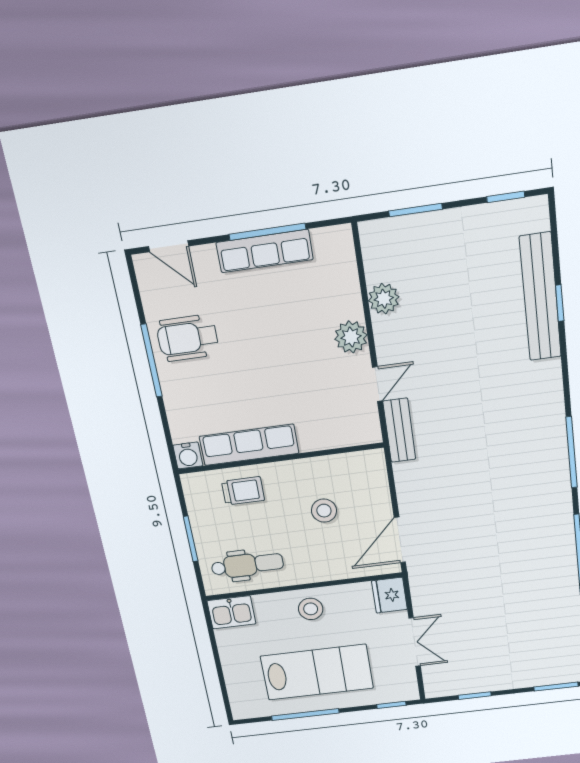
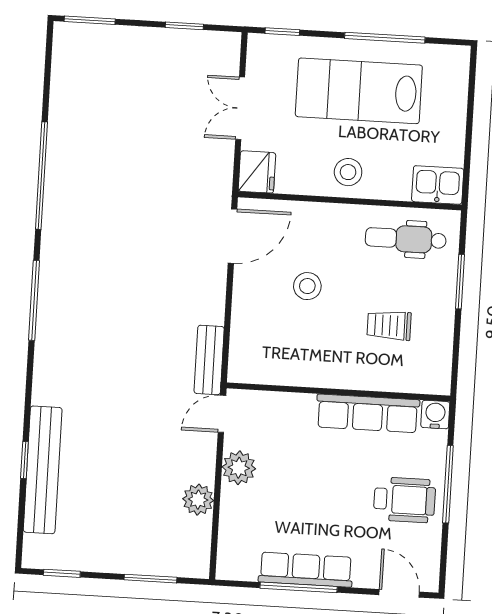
row of seats: (249, 445) -> (368, 413), moved
water cooler: (188, 455) -> (435, 415), moved
wall: (280, 458) -> (338, 392), moved

